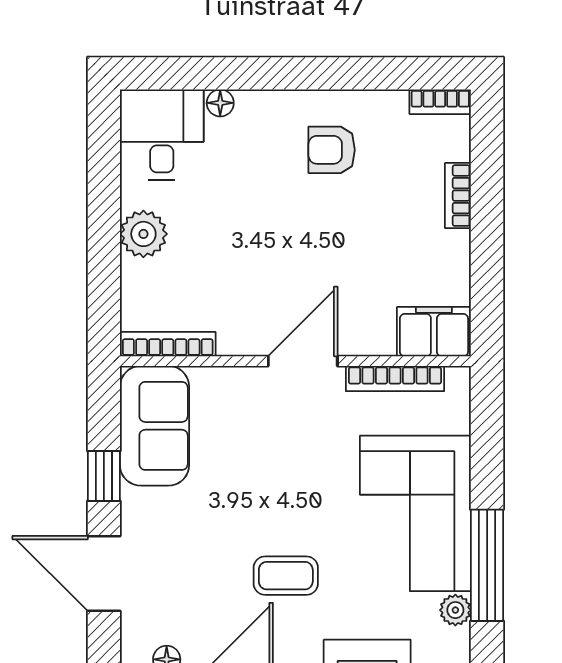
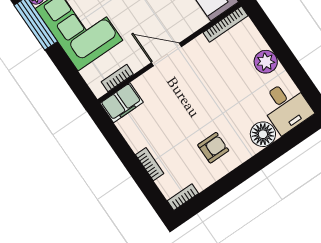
floor lamp: (220, 103) -> (263, 134), width x1.89, depth x1.89
door: (303, 361) -> (166, 55), swing flipped
bookcase: (395, 379) -> (117, 78), width x0.64

